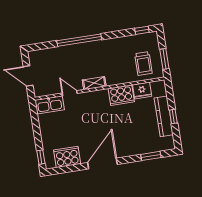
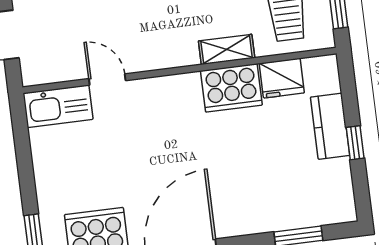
shelving: (94, 83) -> (227, 49), moved
kitchen counter: (164, 116) -> (330, 126), width x0.67

